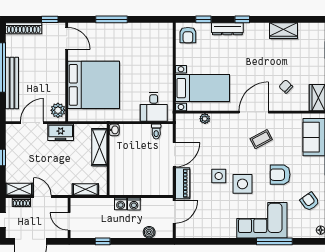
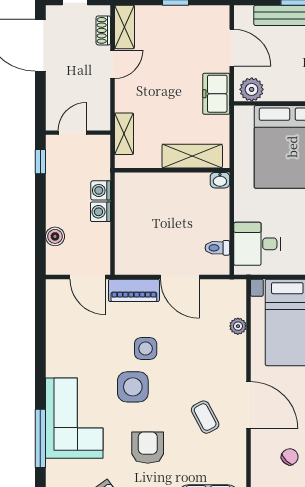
wall: (69, 218) -> (78, 133), moved
door: (69, 221) -> (72, 133), moved

